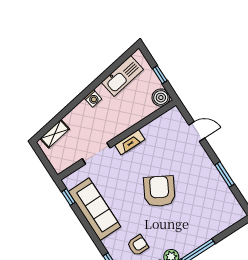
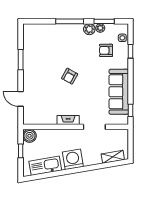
washing machine: (93, 98) -> (73, 159), width x1.89, depth x1.89
armchair: (159, 191) -> (70, 76), width x0.53, depth x0.53

